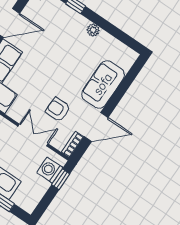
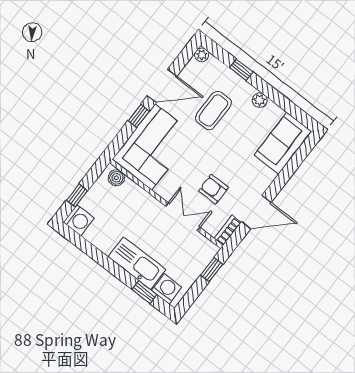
coffee table: (54, 41) -> (213, 110), added
sofa: (103, 84) -> (283, 143), moved
washing machine: (50, 170) -> (167, 289), moved, turned 90

